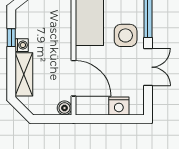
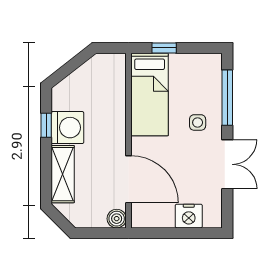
side table: (126, 35) -> (198, 122), width x0.54, depth x0.54
washing machine: (22, 45) -> (67, 128), width x1.89, depth x1.89

